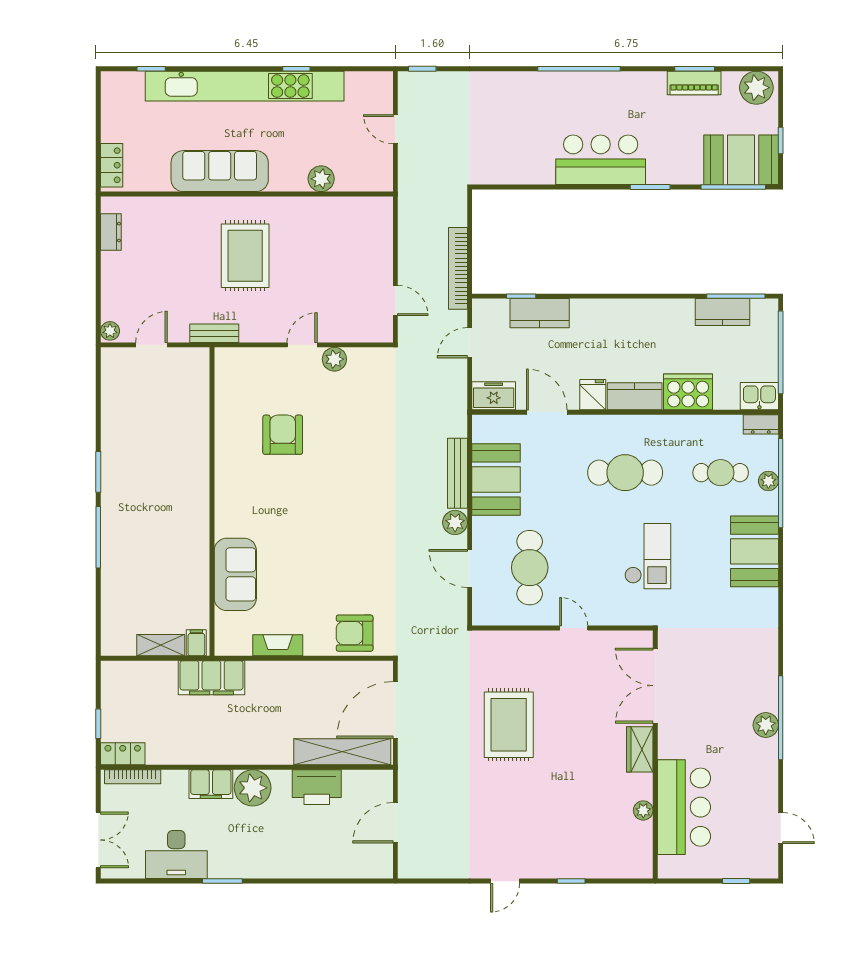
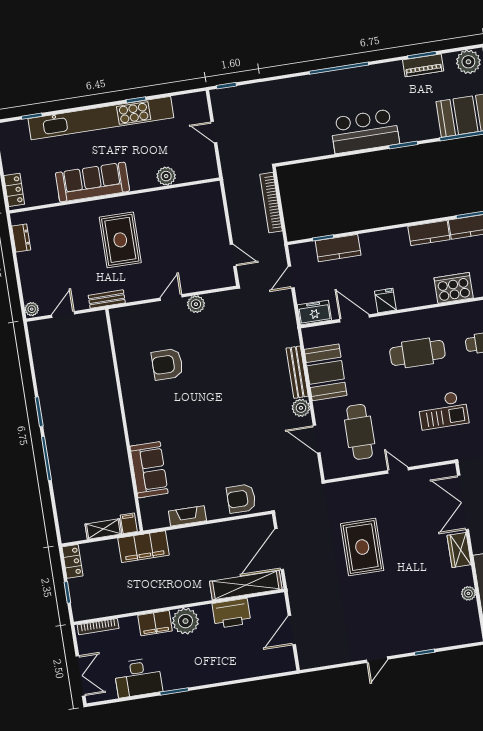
bookcase: (458, 268) -> (271, 203), moved
kitchen counter: (635, 396) -> (429, 233), moved, turned 180
armchair: (283, 435) -> (167, 364), turned -90
checkout: (648, 556) -> (443, 410), turned 90
locker: (123, 754) -> (72, 561), moved, turned 90

